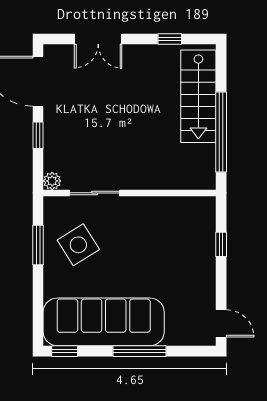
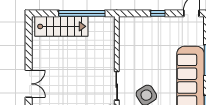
window: (170, 39) -> (29, 43), removed
window: (221, 244) -> (158, 13), moved

